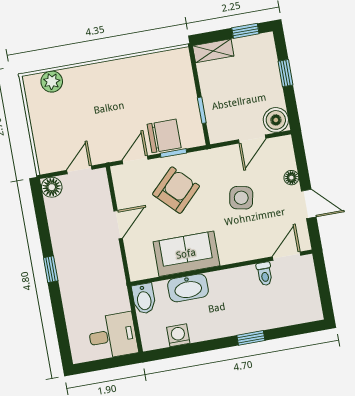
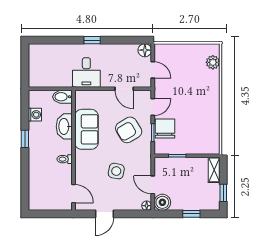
chair: (164, 136) -> (165, 128), turned 180
door: (135, 160) -> (153, 107), hinge flipped
floor lamp: (291, 178) -> (147, 206), moved
armchair: (176, 190) -> (129, 130), turned 104
door: (118, 225) -> (124, 89), moved
toilet: (265, 274) -> (65, 159), moved
desk: (113, 336) -> (86, 72), moved
window: (251, 338) -> (25, 139), moved

